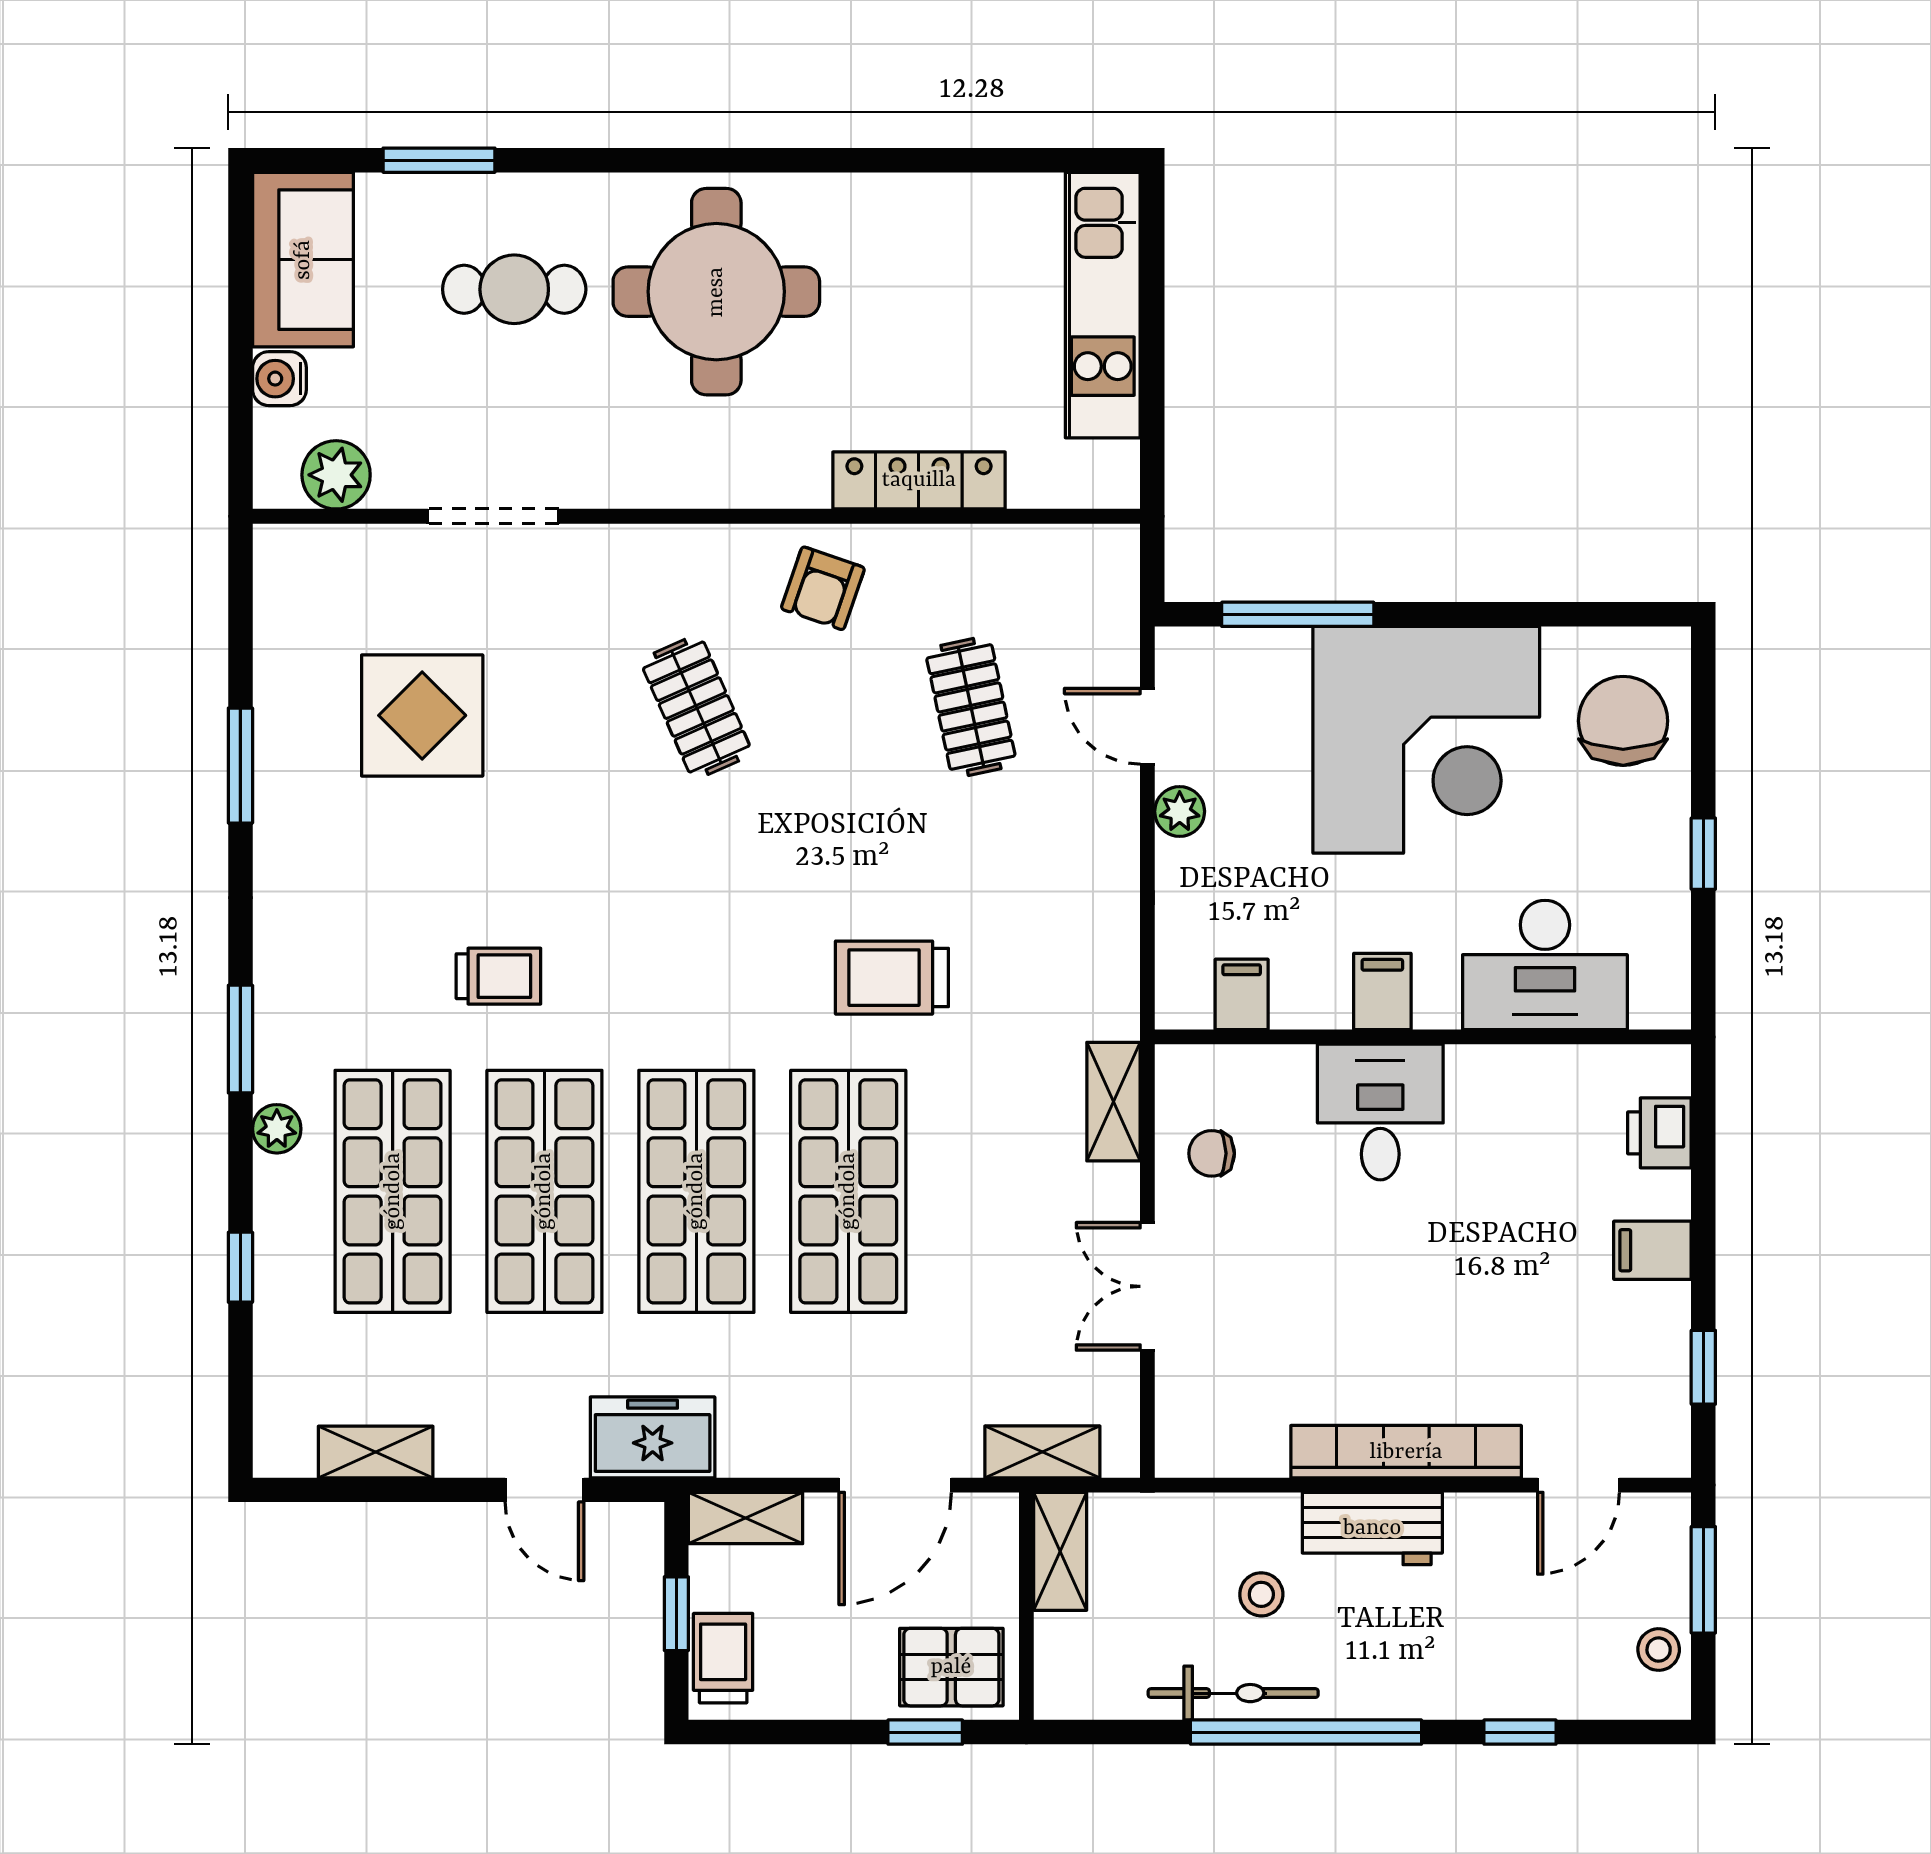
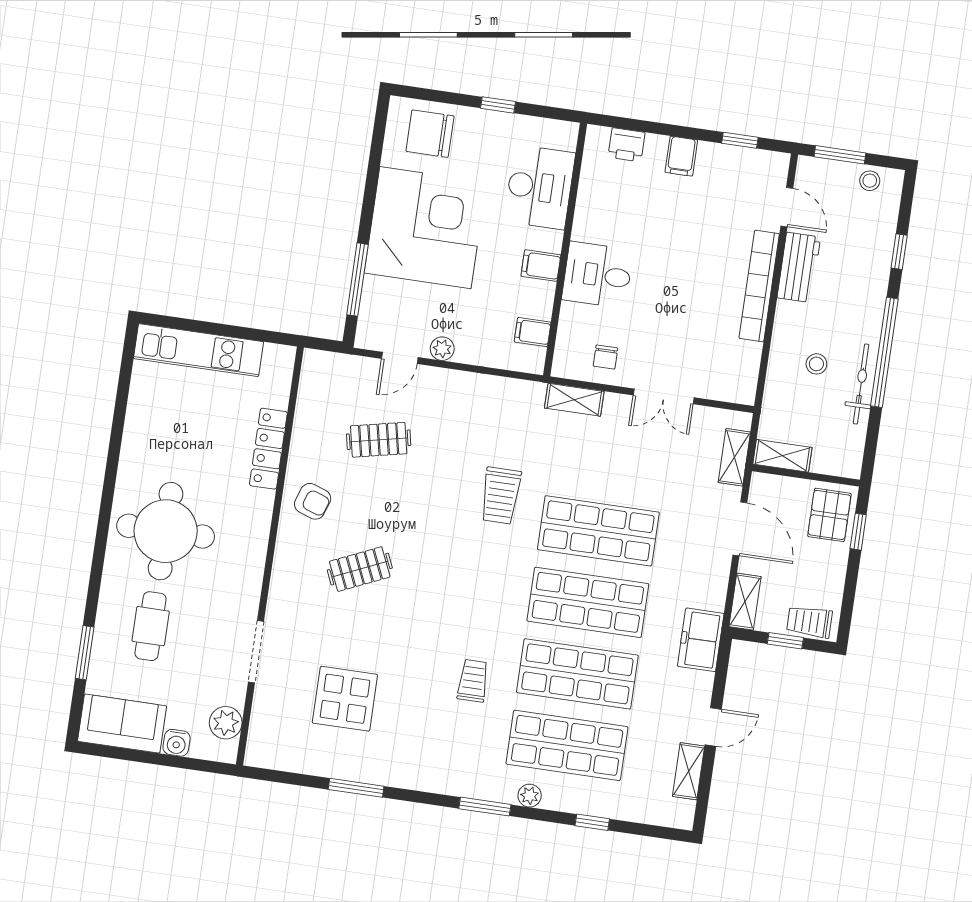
door: (545, 1490) -> (713, 727), moved
workbench: (1372, 1528) -> (799, 267), moved

